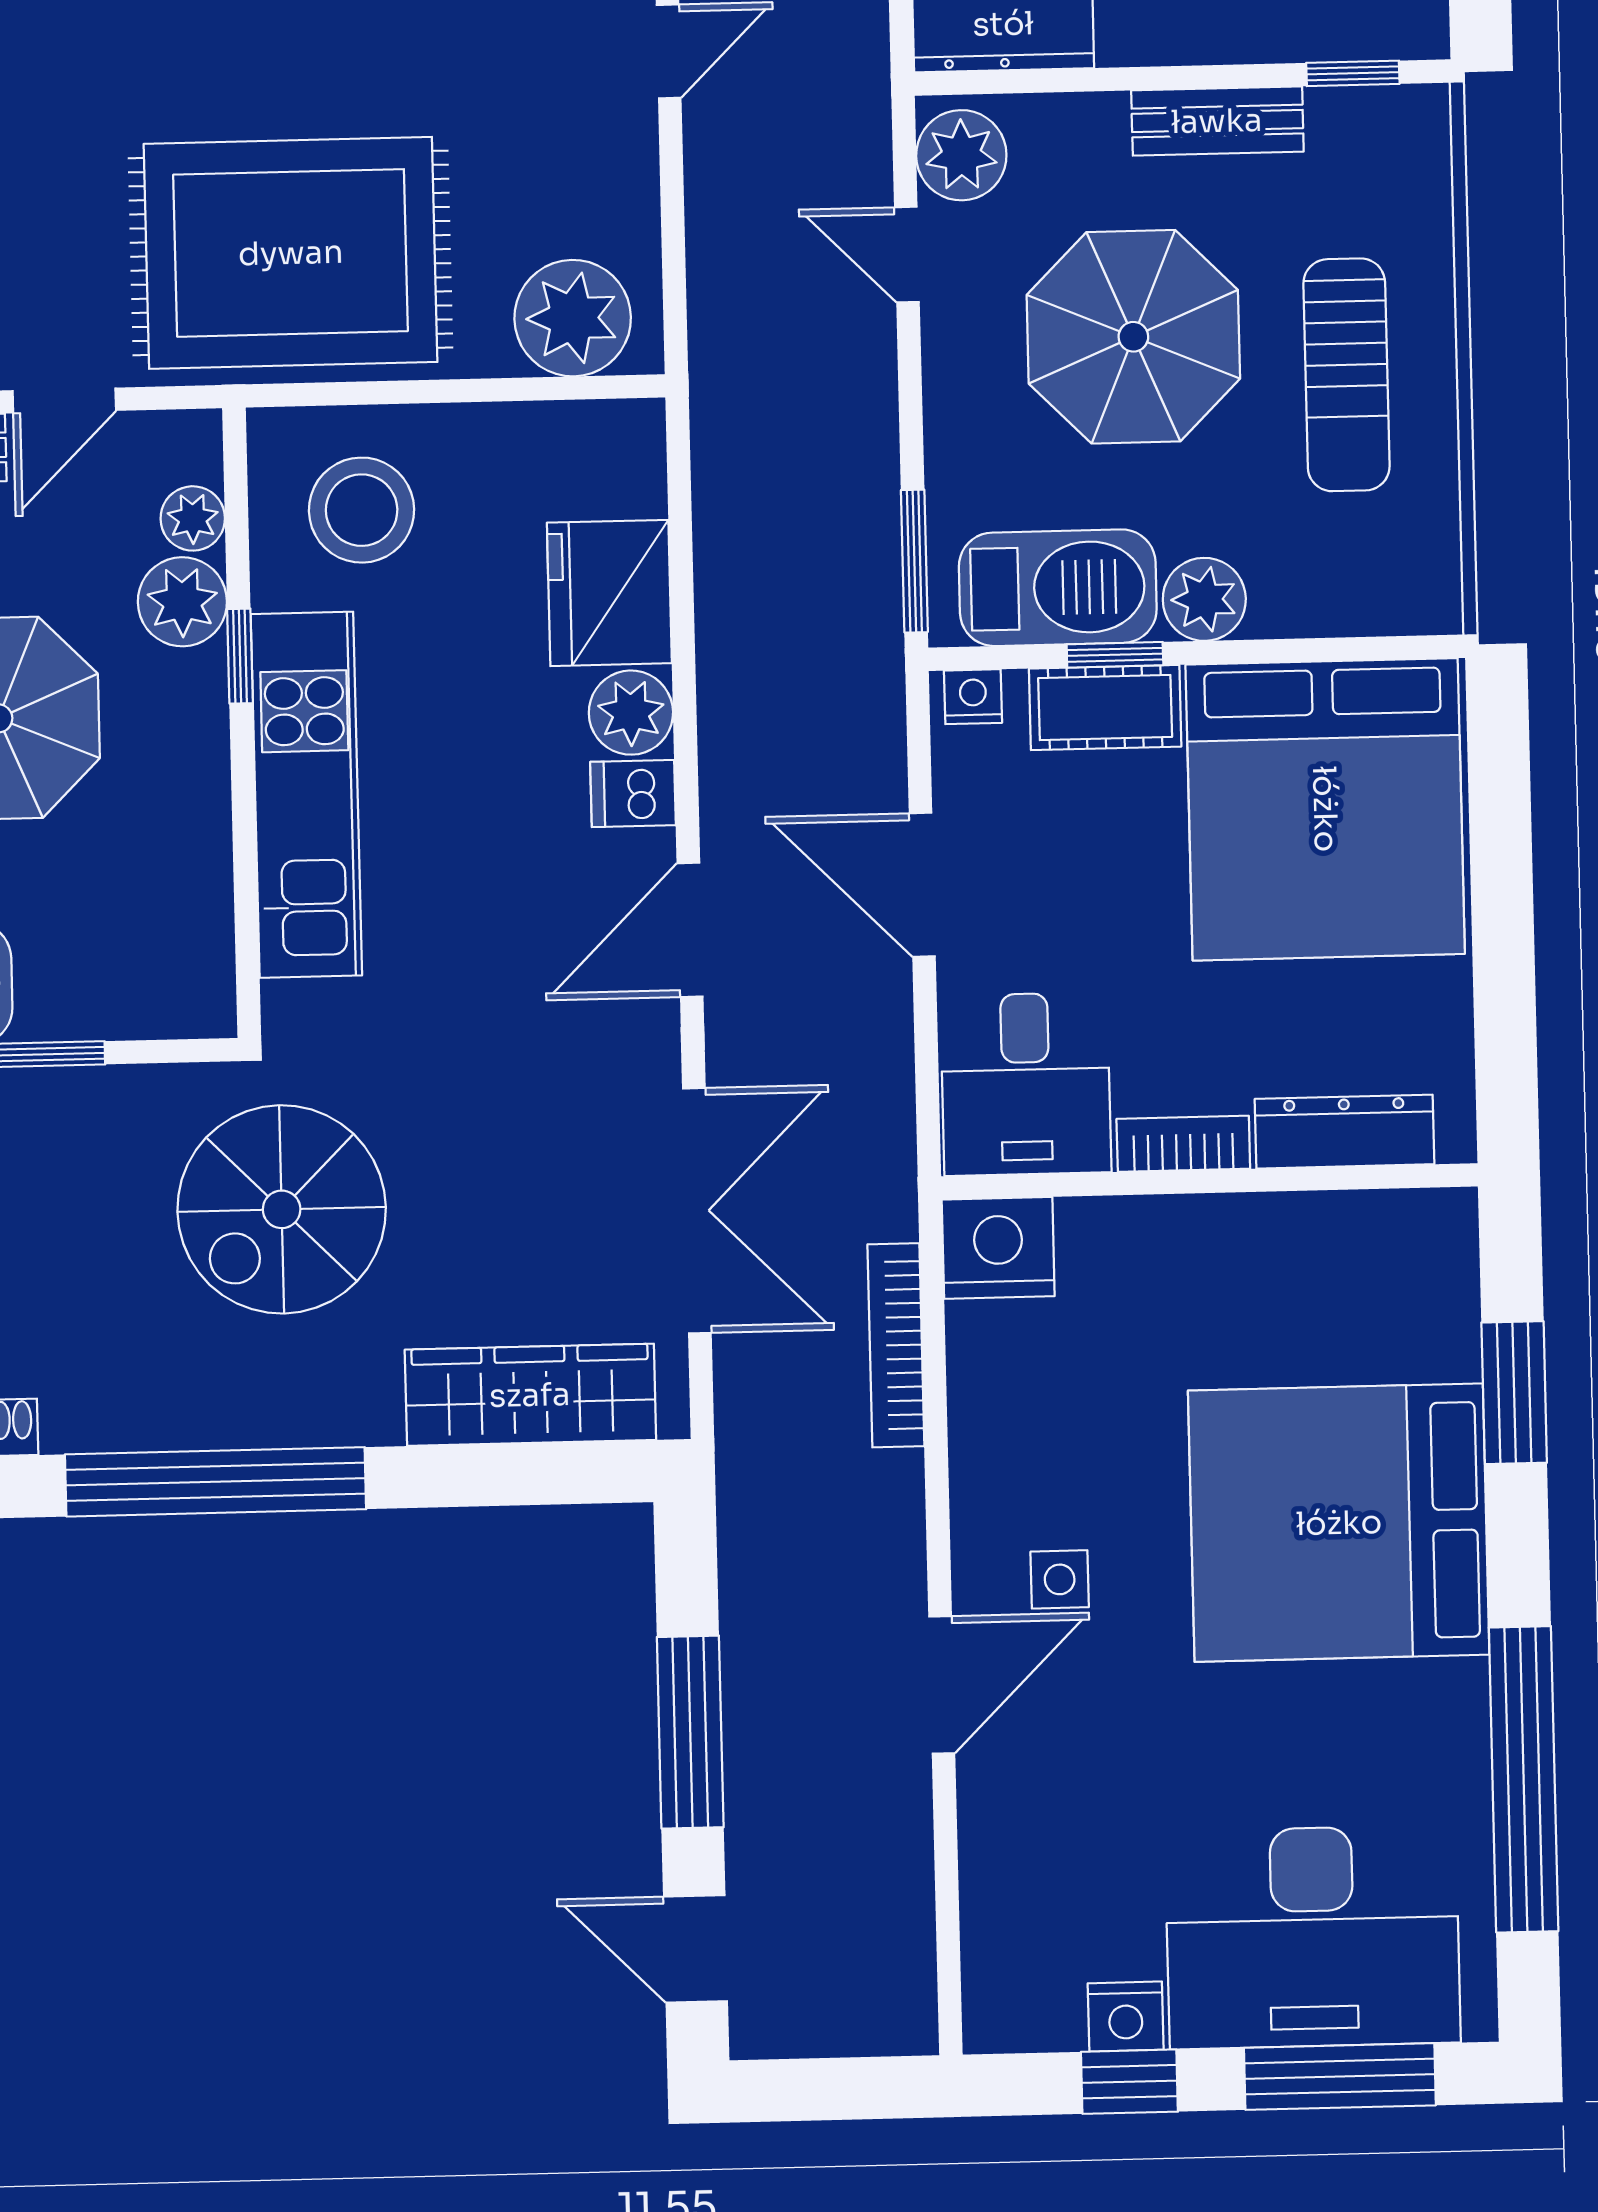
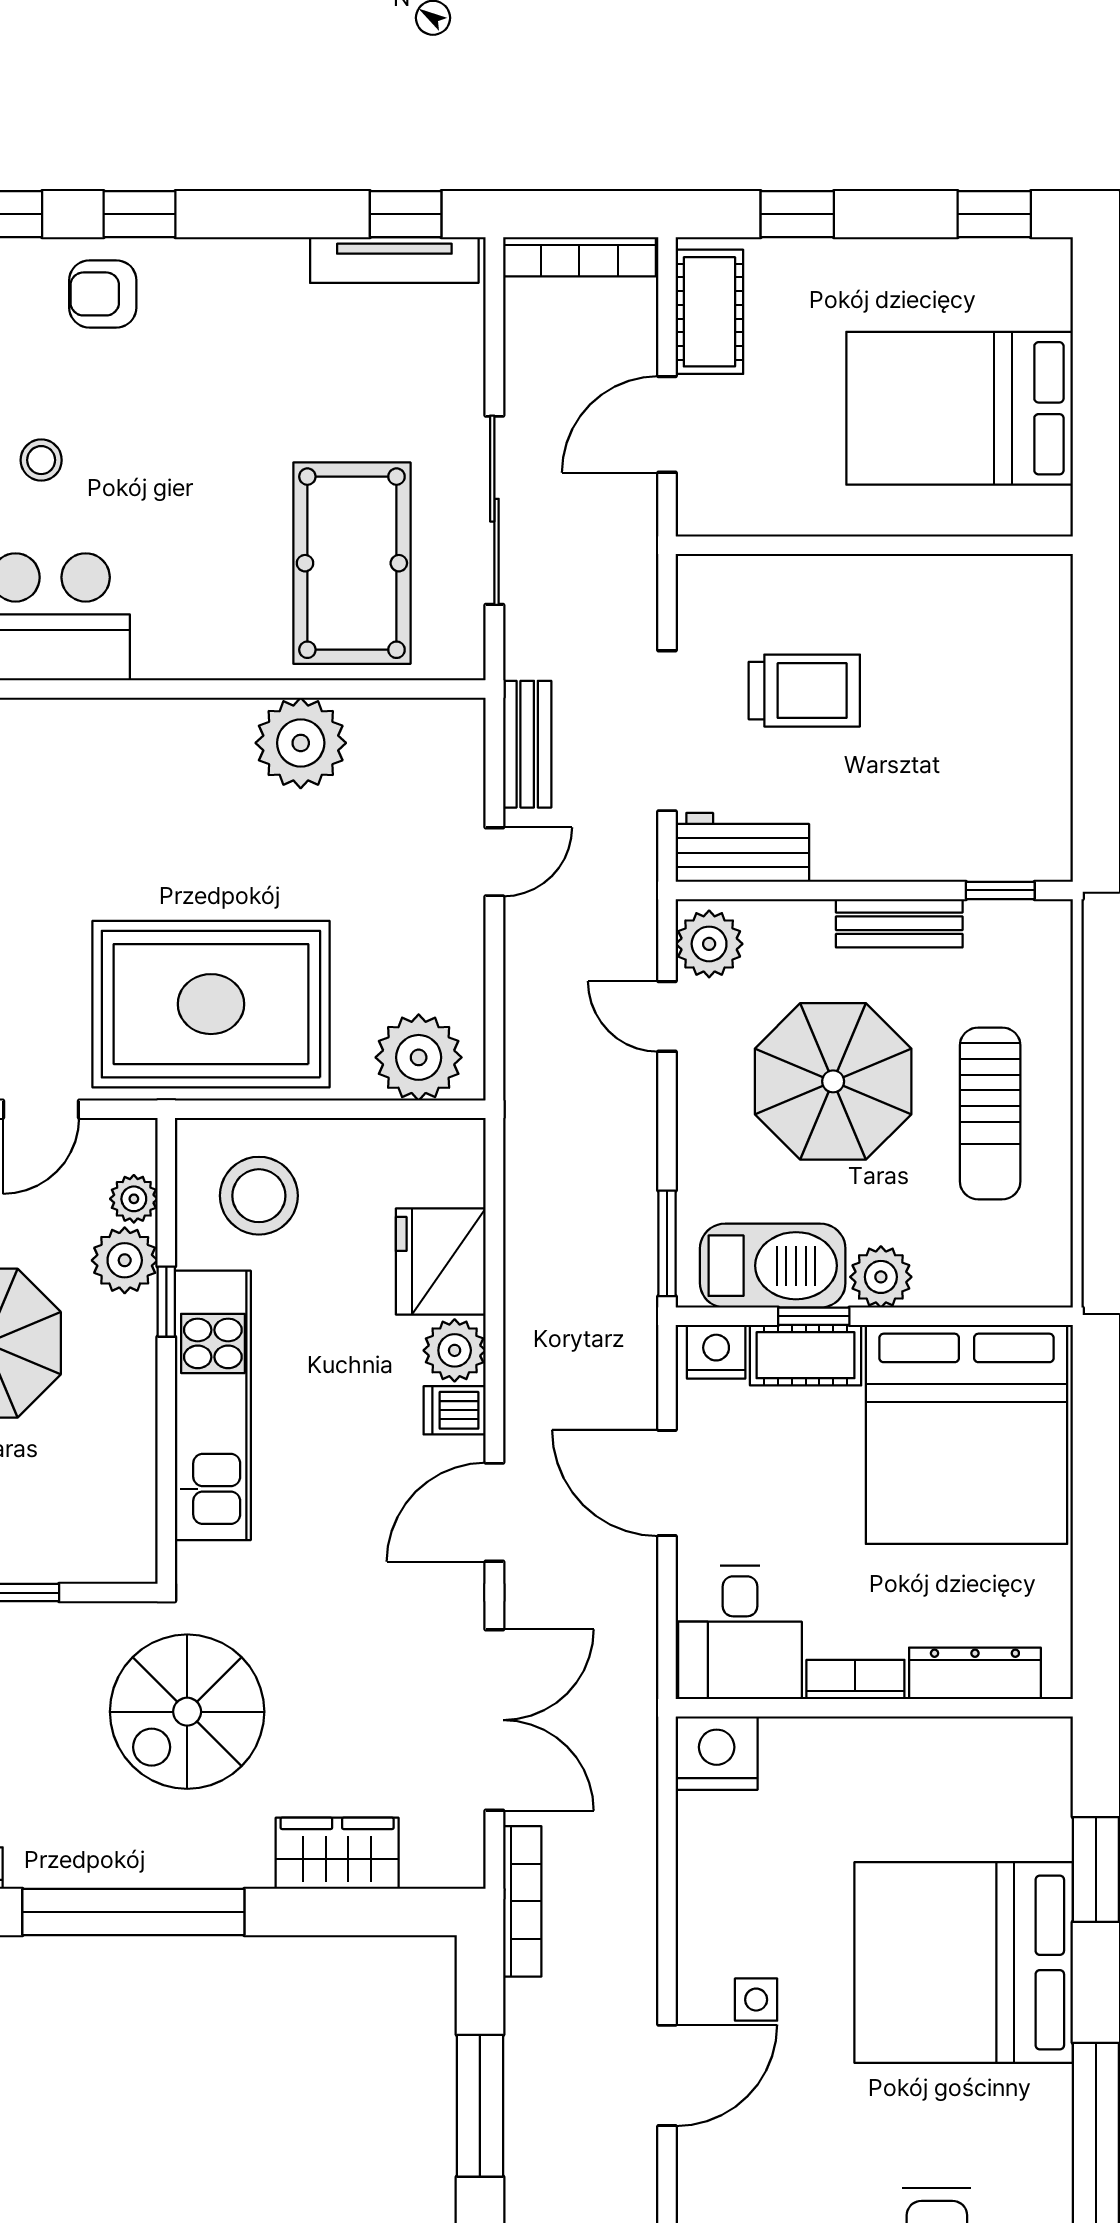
nightstand: (973, 697) -> (716, 1352), width x1.39, depth x1.35
bookcase: (896, 1345) -> (522, 1901), moved, turned 180
wardrobe: (530, 1395) -> (337, 1853), width x0.67

